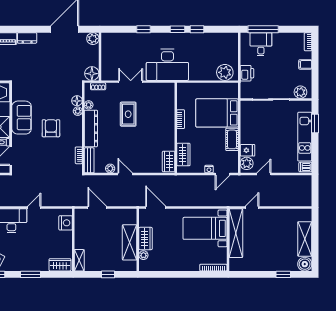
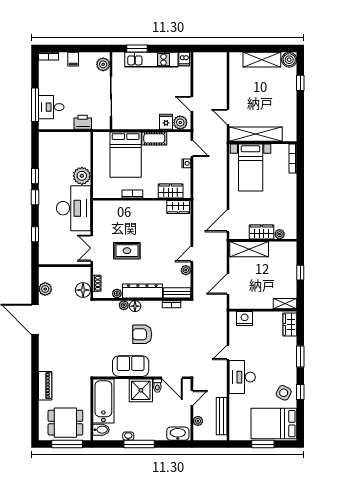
dresser: (27, 38) -> (44, 360), removed
wall: (100, 57) -> (65, 266), moved
plant: (225, 72) -> (82, 176), moved
floor lamp: (77, 101) -> (135, 306), moved
door: (34, 208) -> (228, 352), hinge flipped
shelving: (130, 242) -> (249, 249), moved

